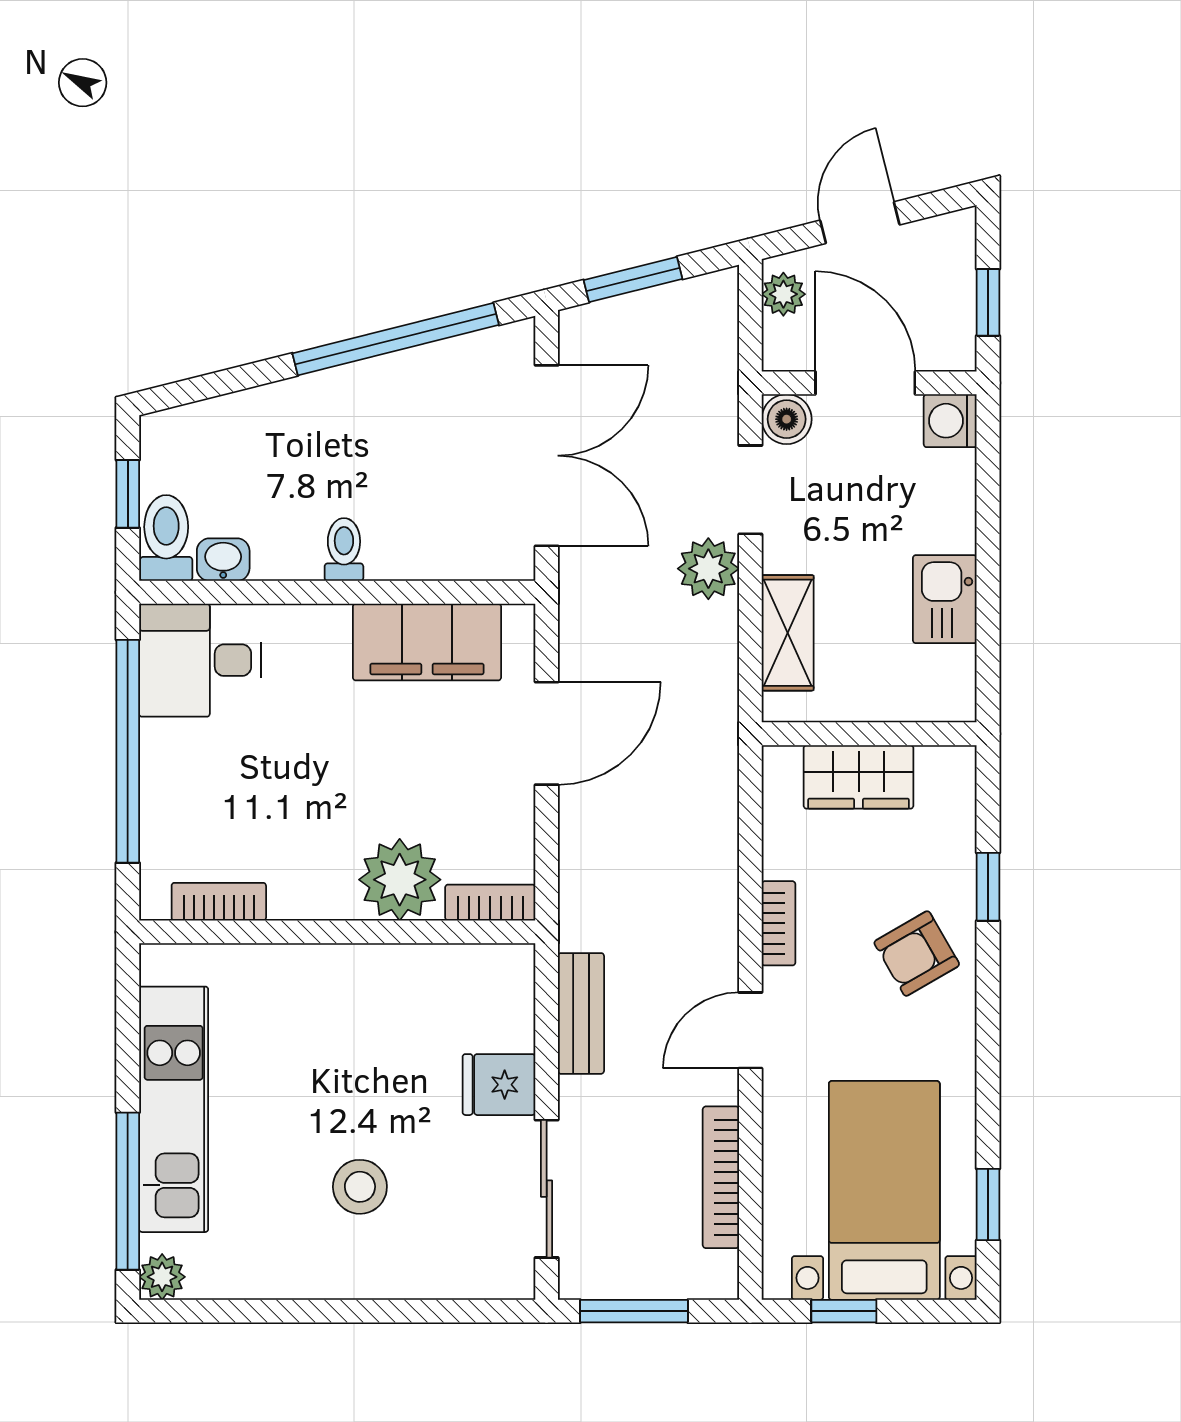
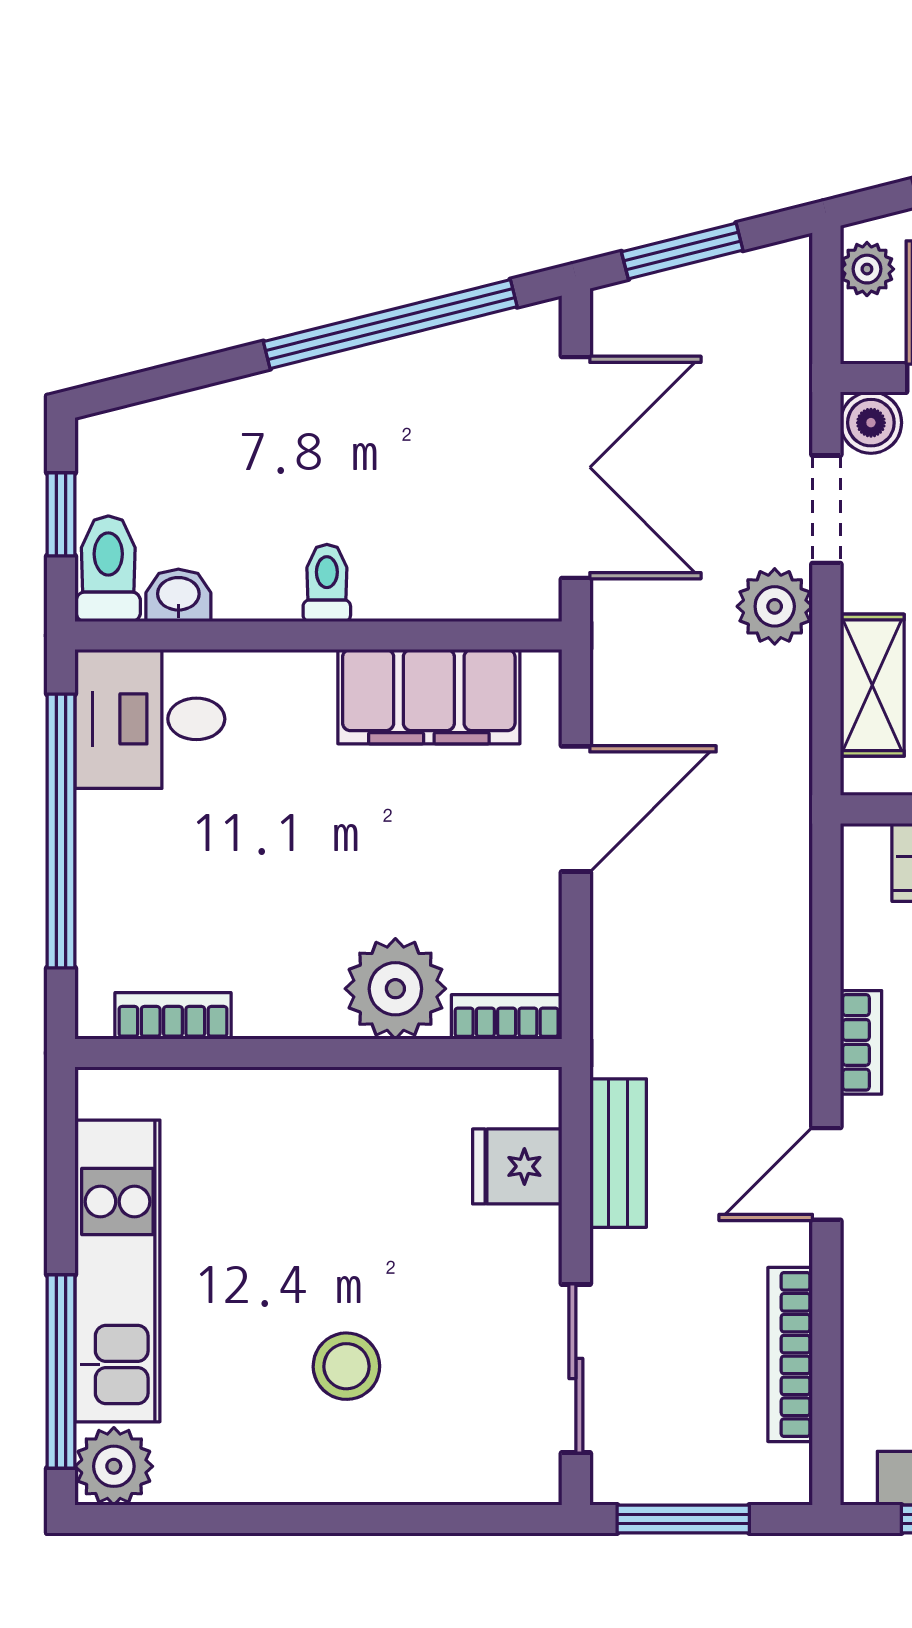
fridge: (499, 1085) -> (517, 1166), moved
plant: (162, 1277) -> (114, 1466), width x1.38, depth x1.38

